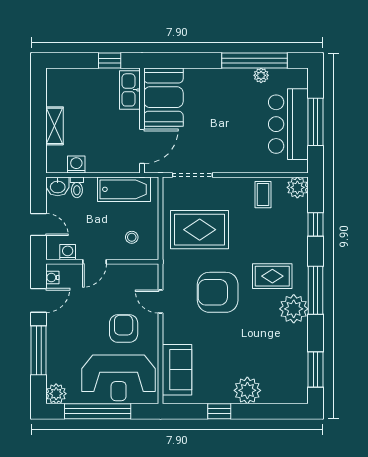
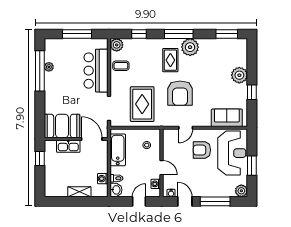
kitchen sink: (130, 90) -> (68, 146), moved
bar counter: (288, 124) -> (96, 71), moved, turned 90
window: (98, 411) -> (252, 166), width x0.47

